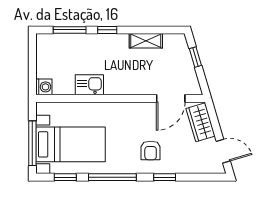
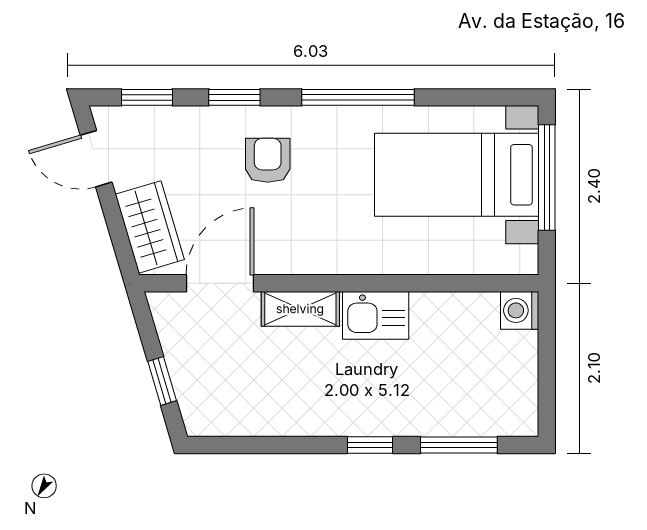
shelving: (146, 41) -> (300, 309), moved
kitchen sink: (89, 85) -> (376, 315), moved
window: (65, 177) -> (147, 97), moved

